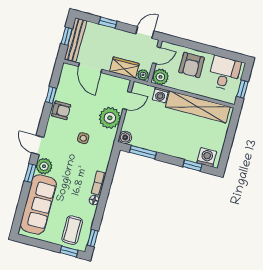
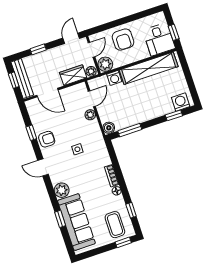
desk: (224, 73) -> (159, 39), moved, turned 180
plant: (110, 118) -> (90, 115), width x0.53, depth x0.53
door: (38, 145) -> (43, 167), moved
window: (30, 173) -> (60, 219), moved
window: (93, 238) -> (131, 210), moved

